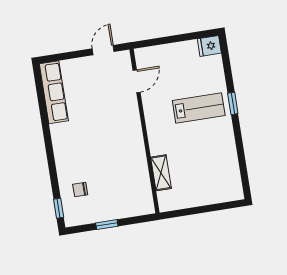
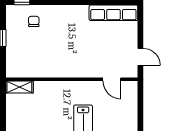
shelving: (161, 173) -> (19, 87), moved

